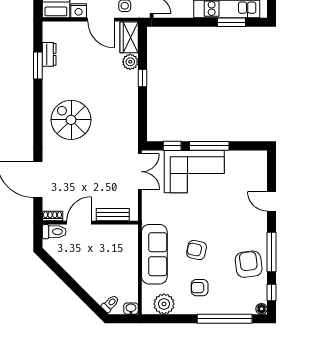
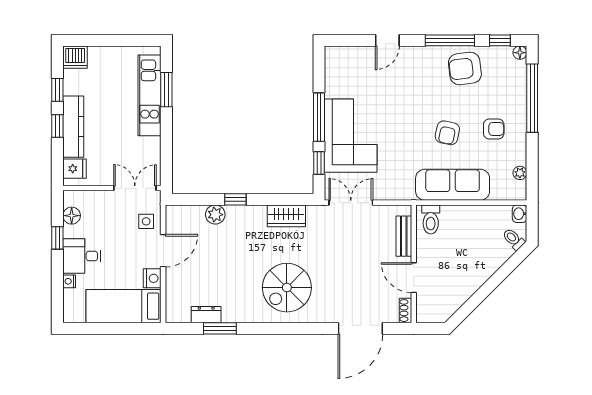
wardrobe: (129, 37) -> (286, 216), moved
toilet: (54, 232) -> (431, 219), moved, turned 180
armchair: (200, 288) -> (494, 129), turned -90
plant: (164, 304) -> (520, 173), width x0.53, depth x0.53

